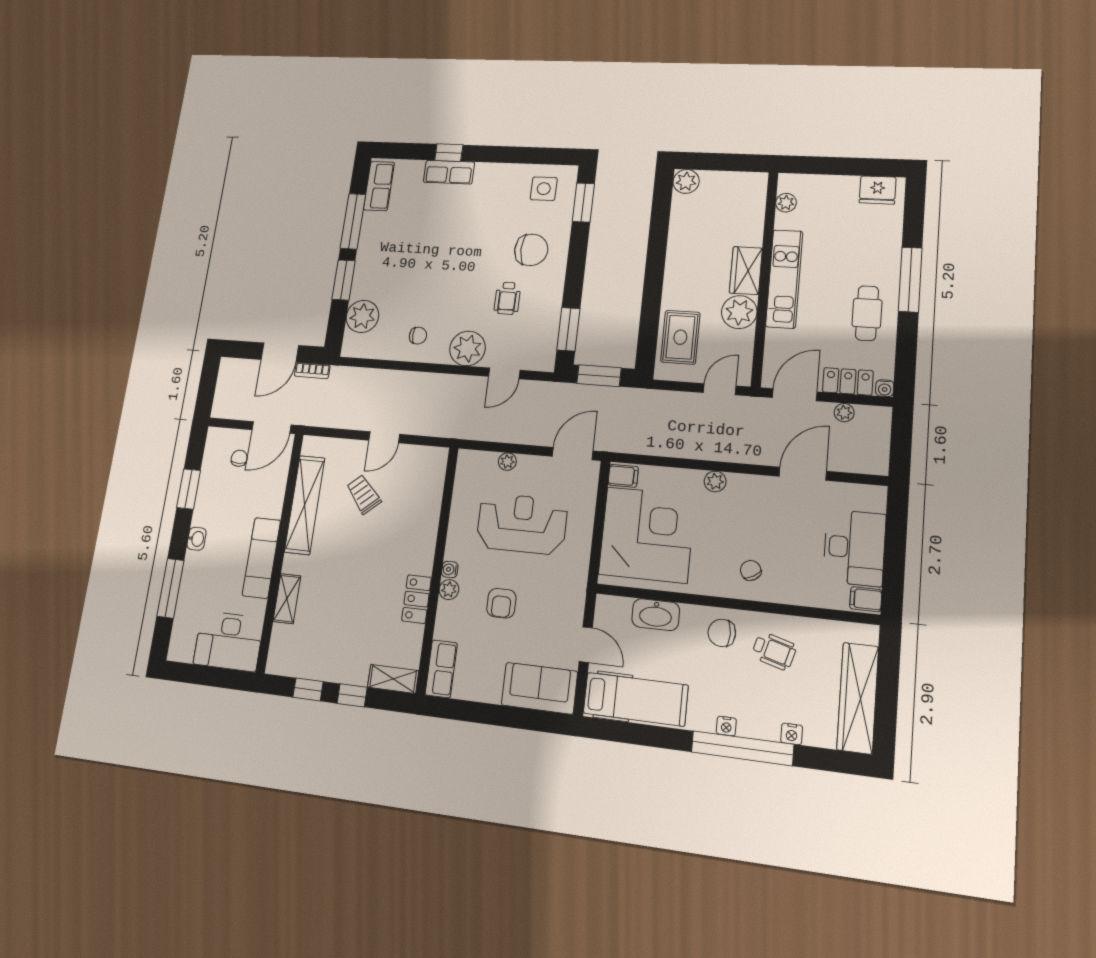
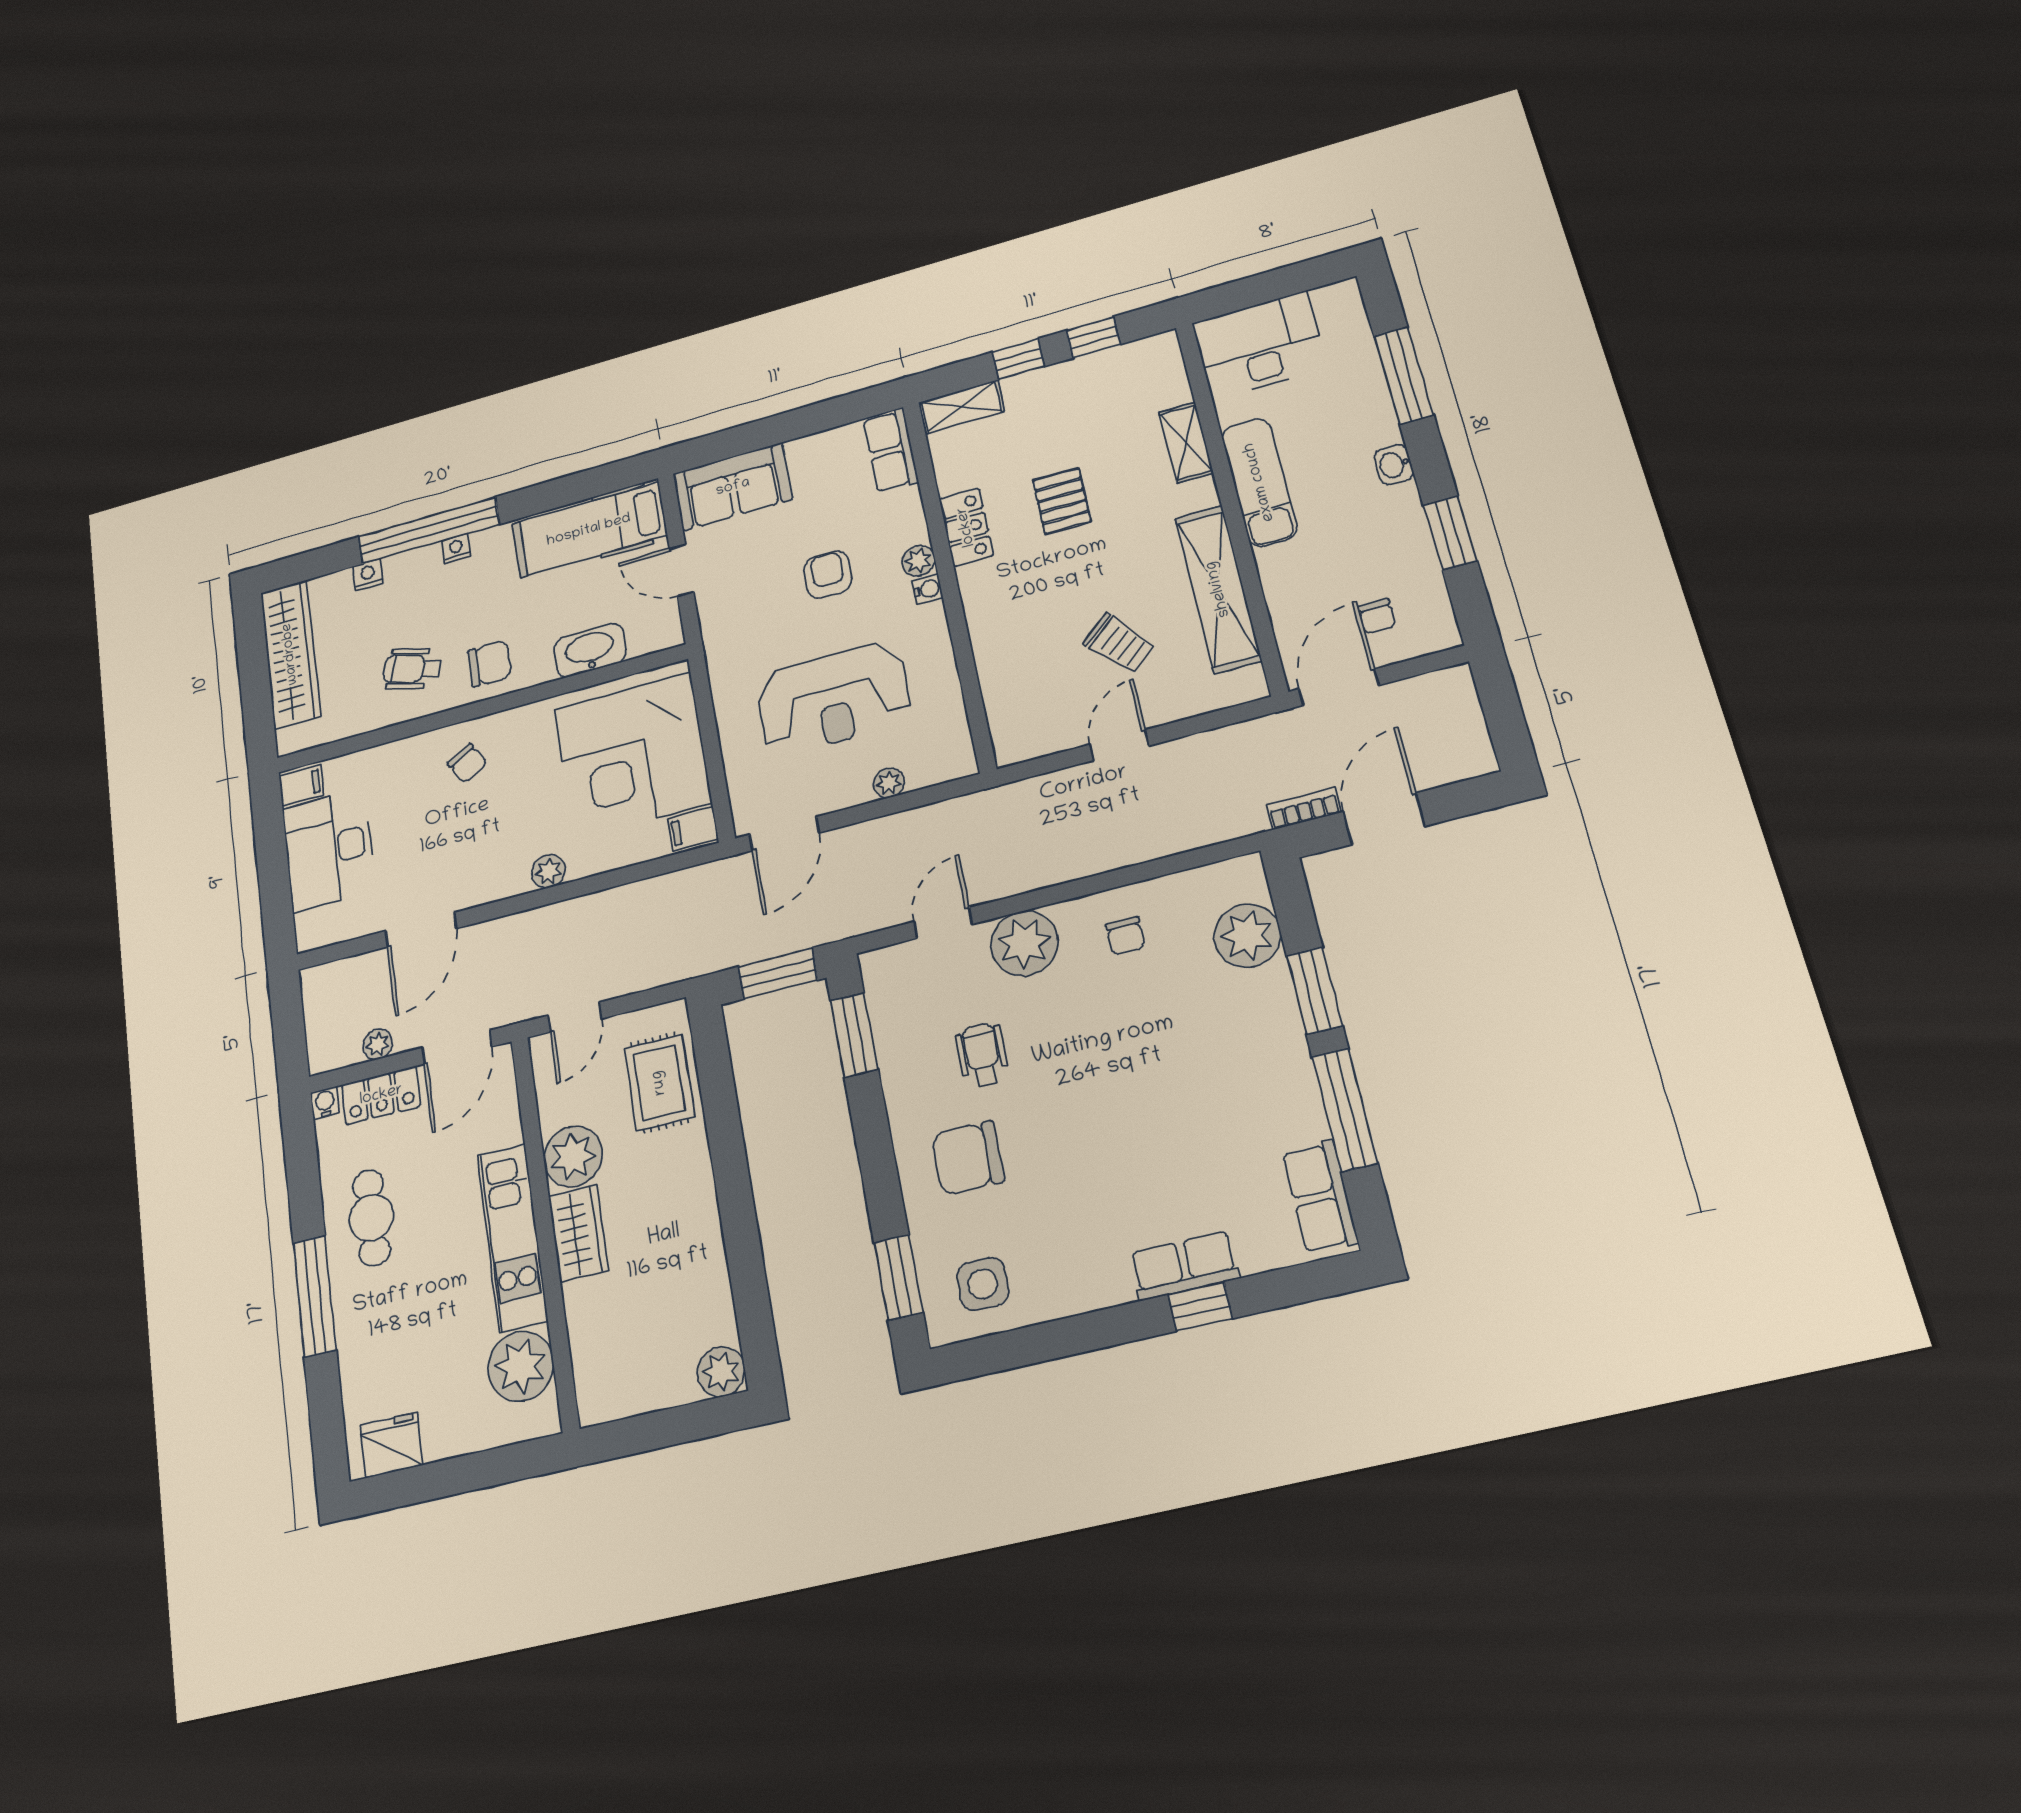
plant: (786, 203) -> (521, 1366), width x1.88, depth x1.88
chair: (418, 336) -> (1125, 936), turned -90
pallet: (361, 592) -> (1062, 501), added

